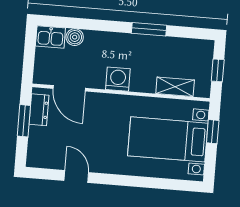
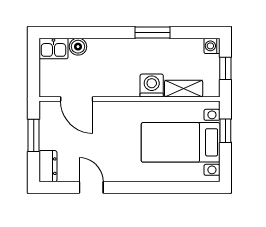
washing machine: (206, 47) -> (212, 46), added
washing machine: (118, 79) -> (152, 86), moved
dresser: (39, 110) -> (48, 166), moved

